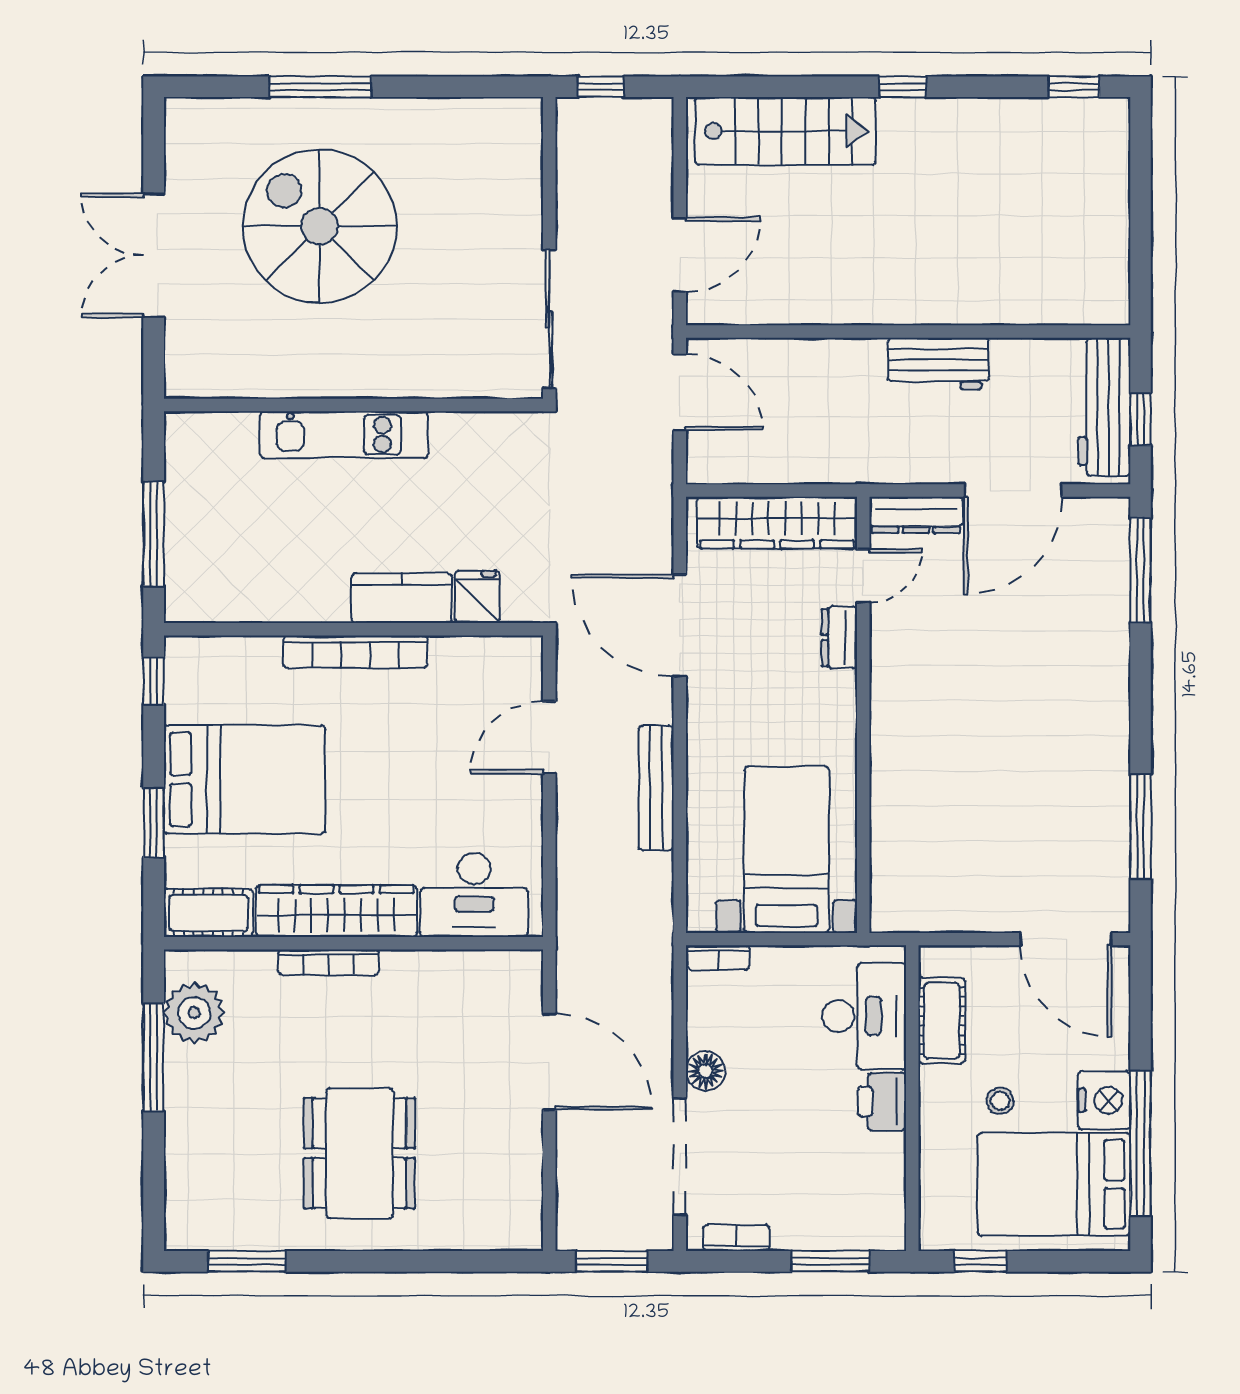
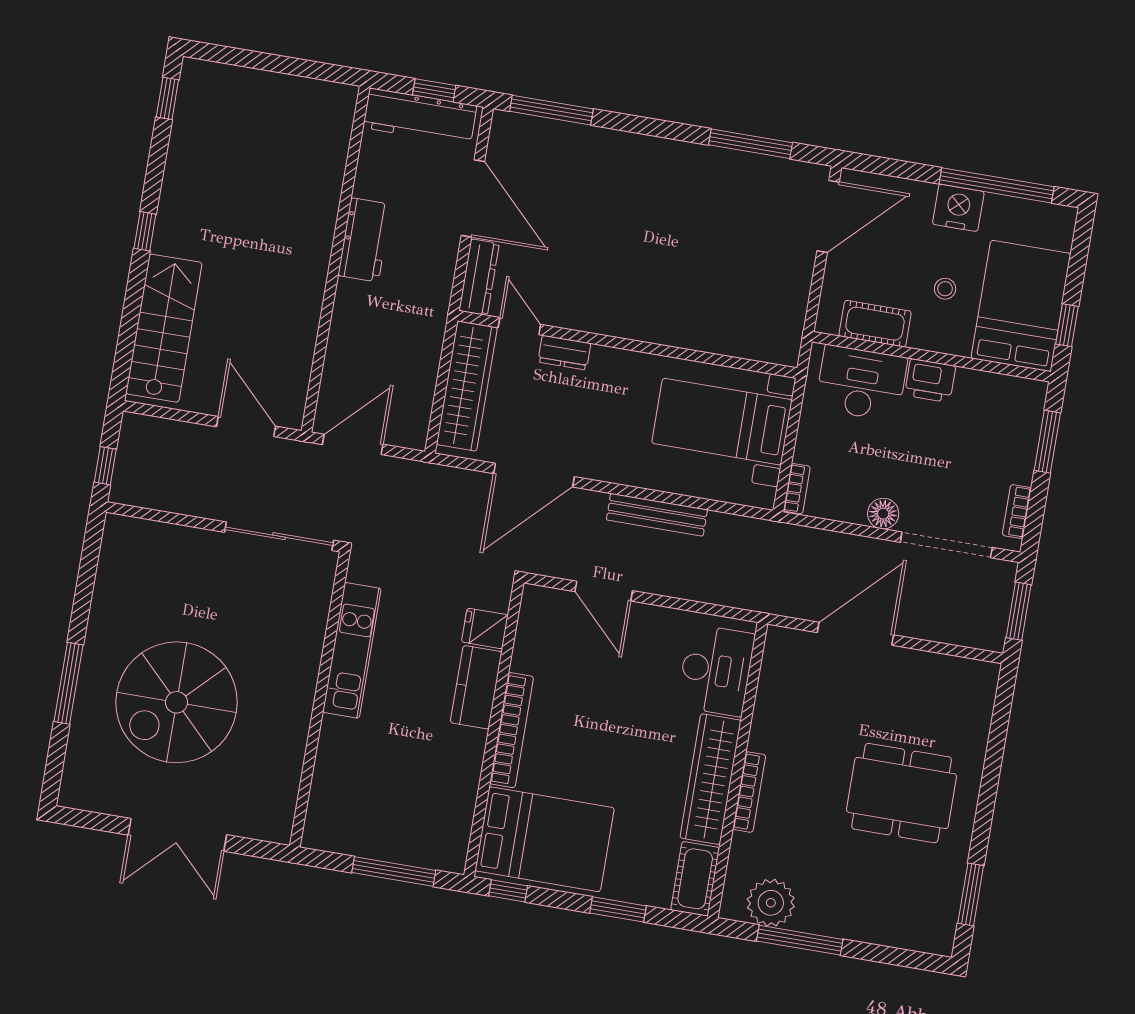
kitchen unit: (344, 435) -> (352, 650), moved
bed: (244, 780) -> (545, 839), moved, turned 90
bed: (1054, 1184) -> (1021, 306), moved, turned 180

